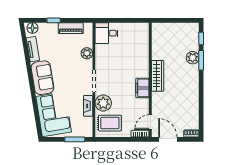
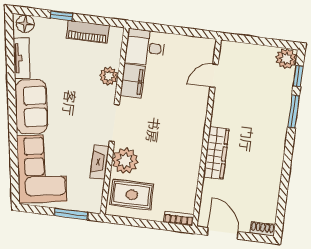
plant: (193, 58) -> (286, 59), moved
wardrobe: (158, 76) -> (216, 153), moved
filing cabinet: (142, 88) -> (133, 81), moved, turned 180
door: (150, 122) -> (214, 76), moved

